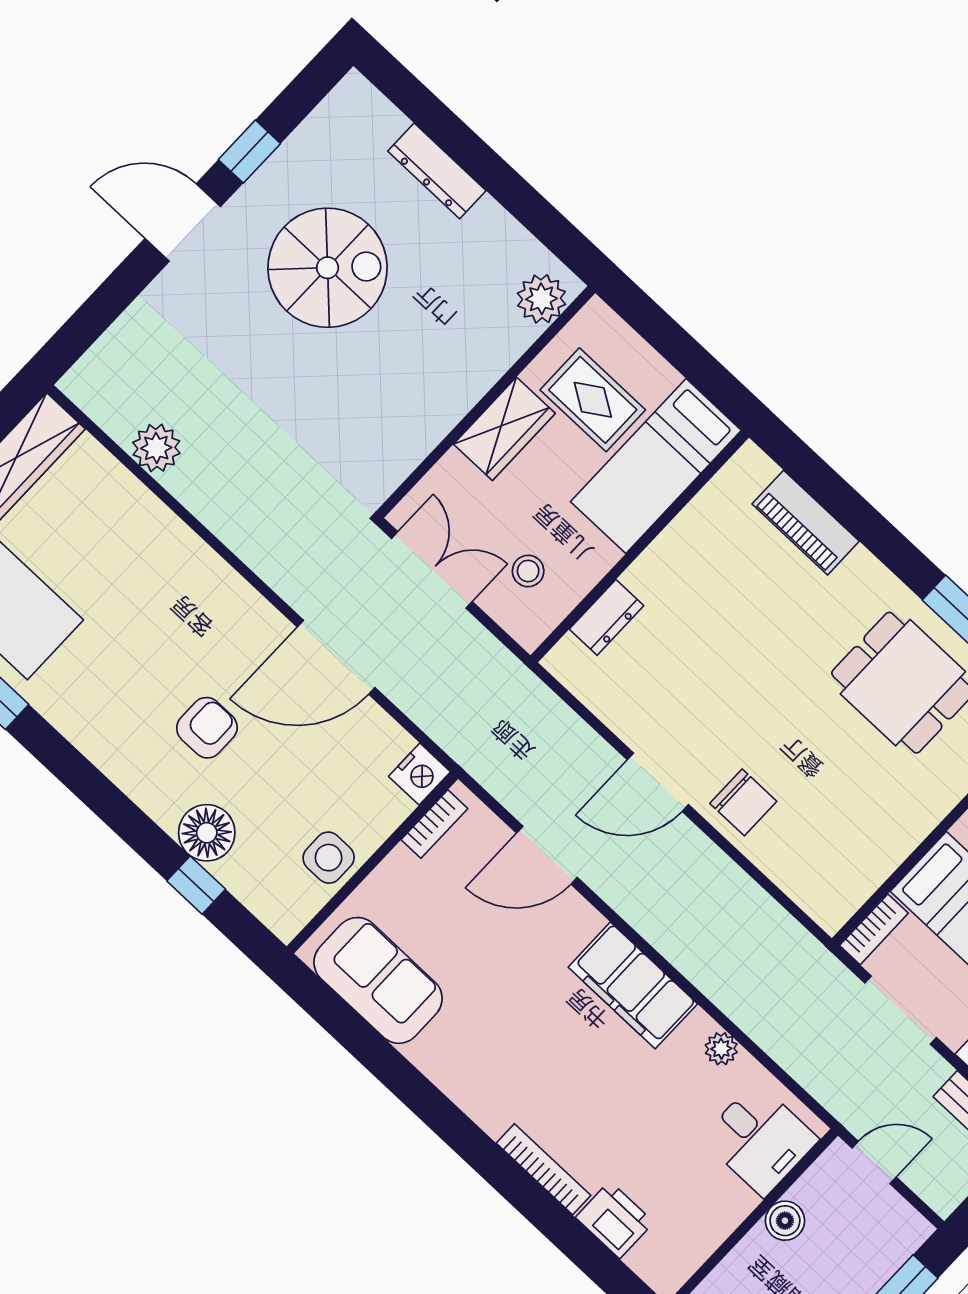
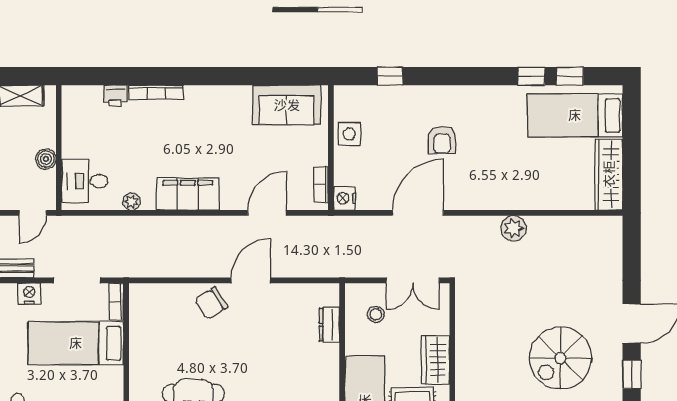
plant: (156, 448) -> (514, 228), moved
chair: (743, 802) -> (211, 303), turned -32
floor lamp: (207, 833) -> (405, 100), removed
printer: (615, 1220) -> (115, 96), width x0.73, depth x0.81

